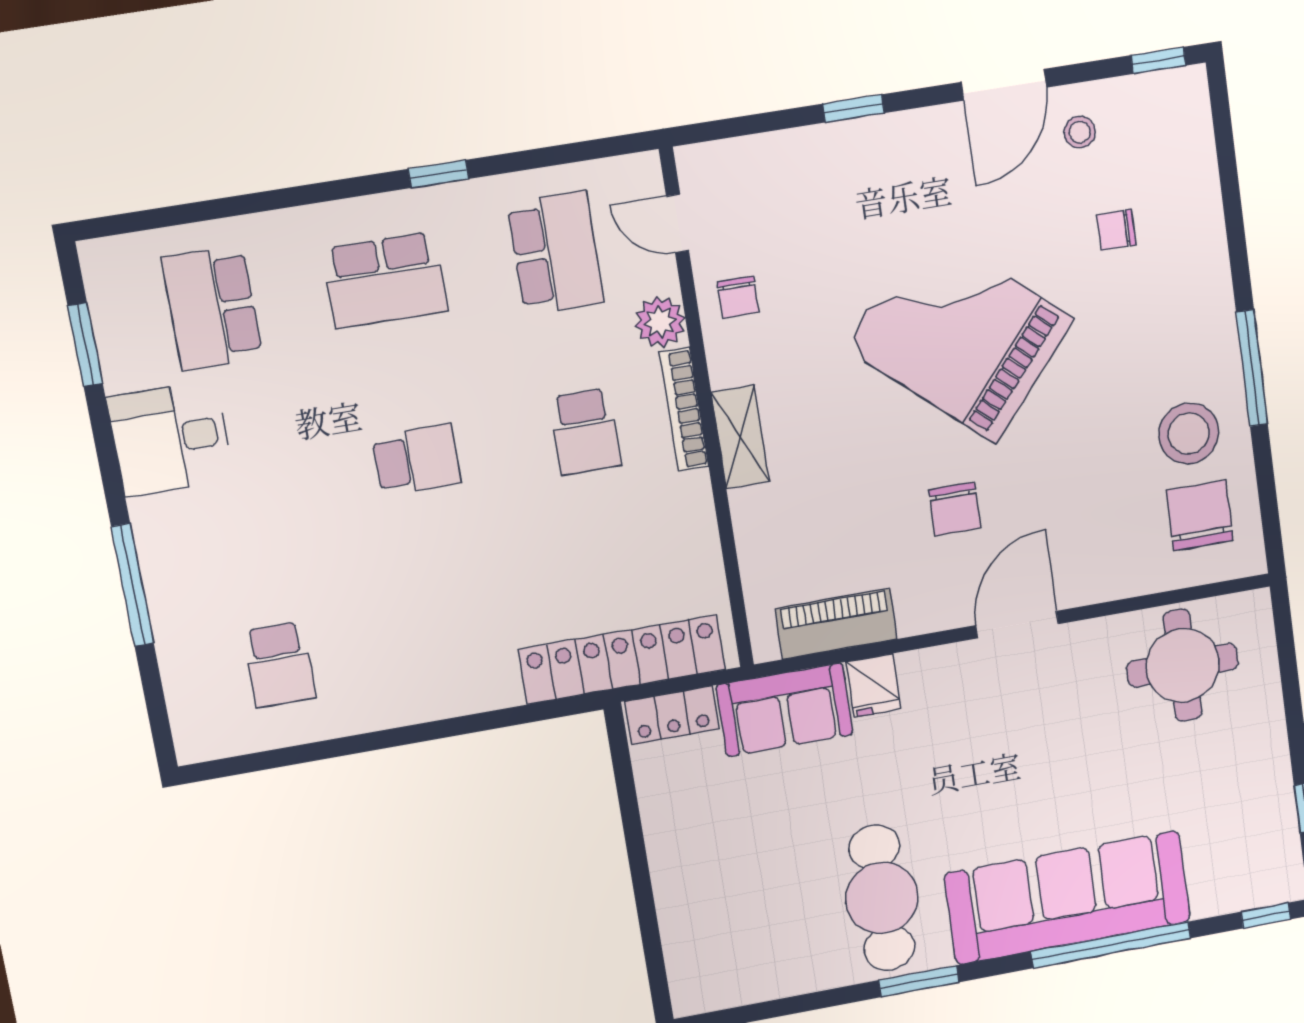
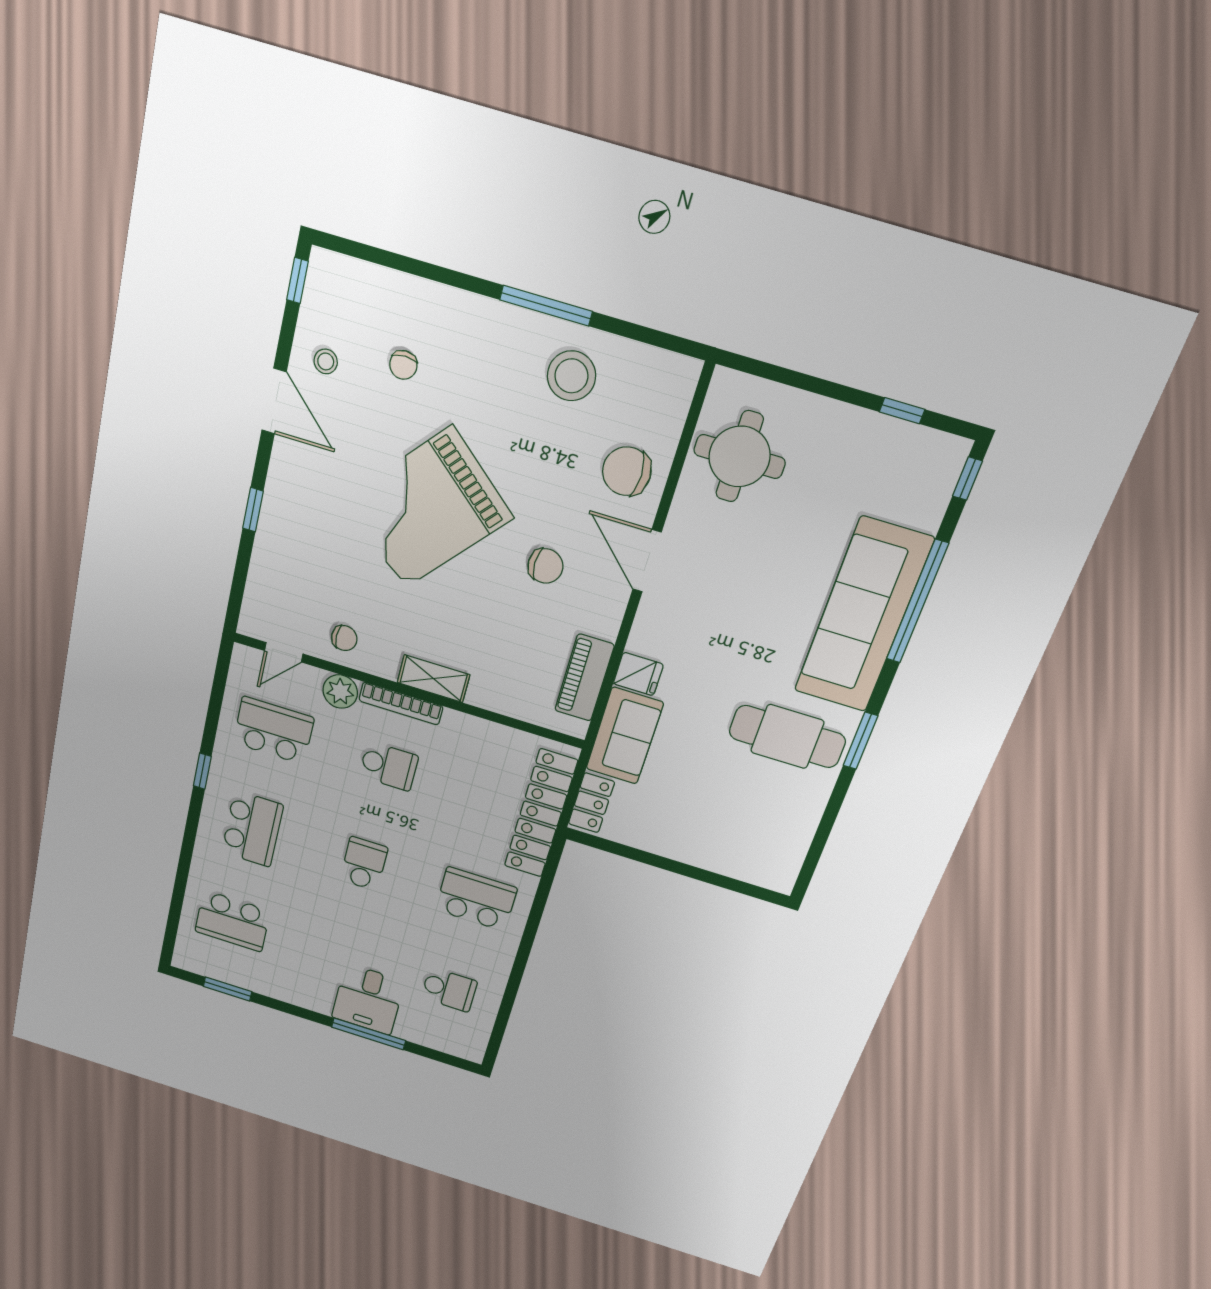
desk: (170, 439) -> (368, 999), moved
chair: (1200, 515) -> (627, 471), moved
school desk: (448, 635) -> (476, 899), added

